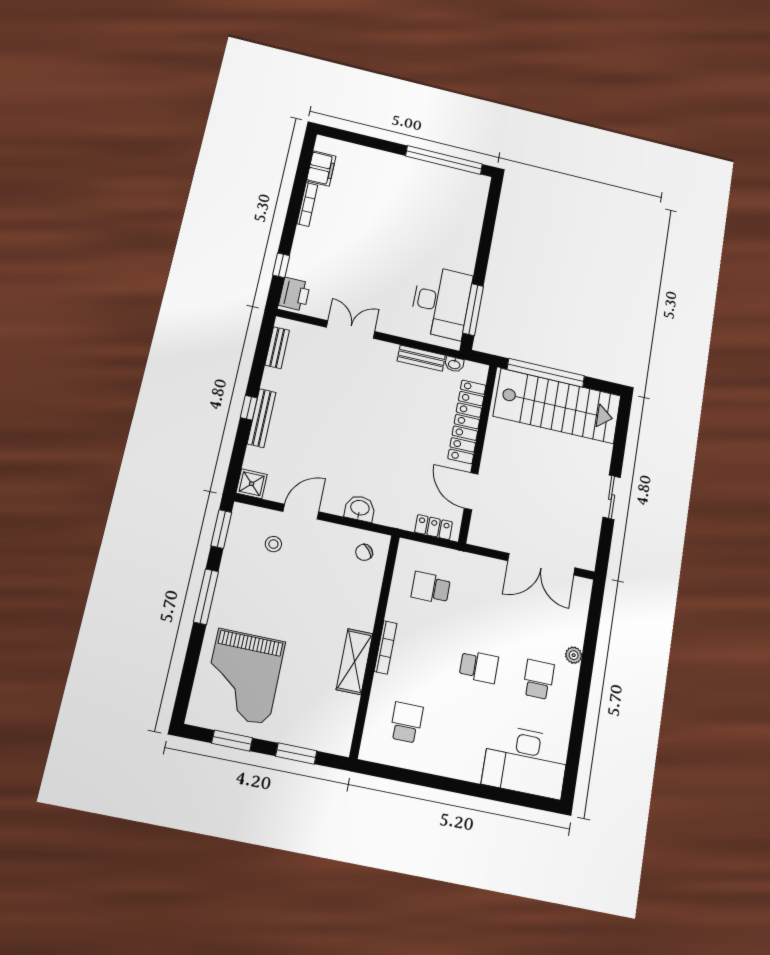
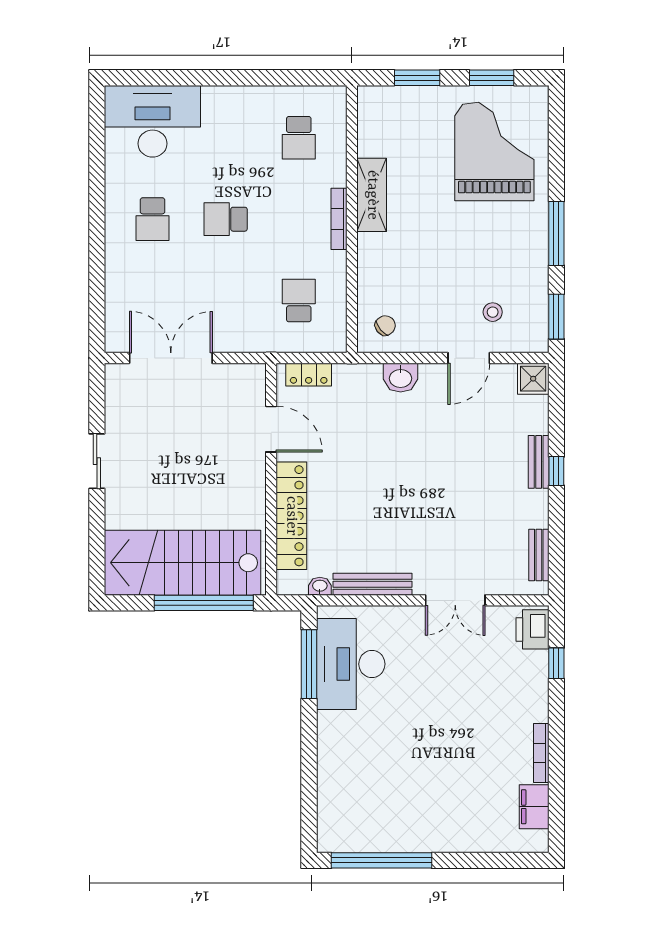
bench: (421, 358) -> (372, 584), width x1.36
bench: (262, 418) -> (539, 462), width x0.73
school desk: (431, 588) -> (299, 301), turned -90
plant: (574, 655) -> (115, 257), removed

